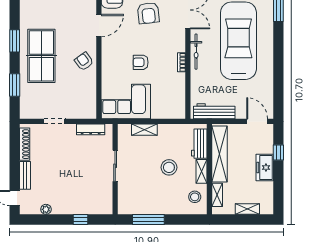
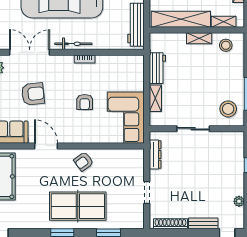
workbench: (199, 144) -> (157, 68), moved, turned -90
stool: (169, 167) -> (228, 109), moved

